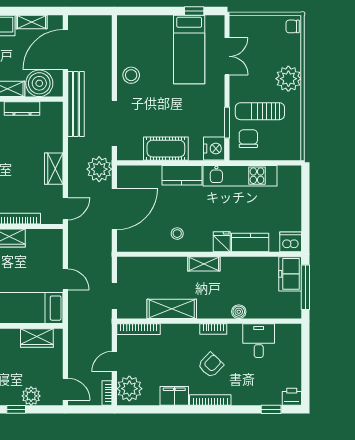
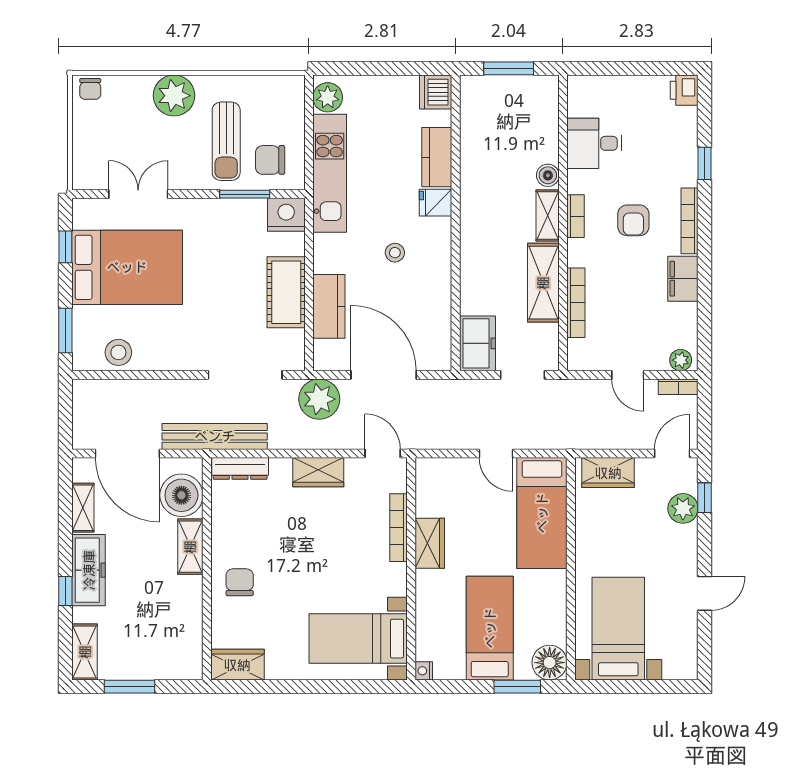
window: (142, 11) -> (65, 331), added
bed: (189, 49) -> (127, 267), width x1.50
stool: (131, 75) -> (118, 352), moved
dresser: (22, 108) -> (240, 468), moved, turned 90
plant: (287, 174) -> (328, 97), added
kitchen counter: (182, 175) -> (329, 306), moved
stool: (177, 234) -> (395, 253), moved
shelving: (204, 264) -> (548, 215), moved
freezer: (290, 274) -> (478, 343), moved, turned -90
door: (65, 279) -> (496, 453), swing flipped
window: (305, 287) -> (509, 68), width x0.69
bookcase: (138, 329) -> (576, 303), moved
wardrobe: (37, 338) -> (608, 473), moved, turned 90
armchair: (211, 365) -> (633, 220), turned -134
plant: (129, 389) -> (681, 360), width x0.53, depth x0.53
window: (16, 409) -> (705, 498), moved
window: (271, 409) -> (705, 163), moved

